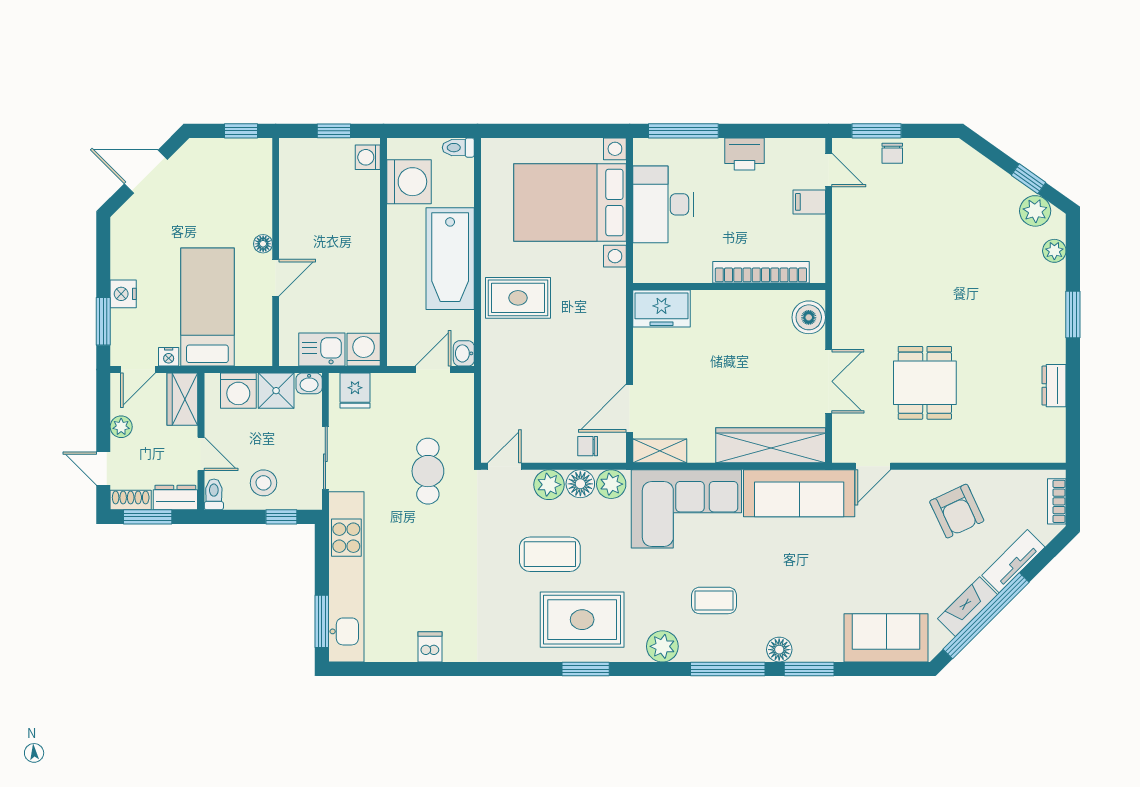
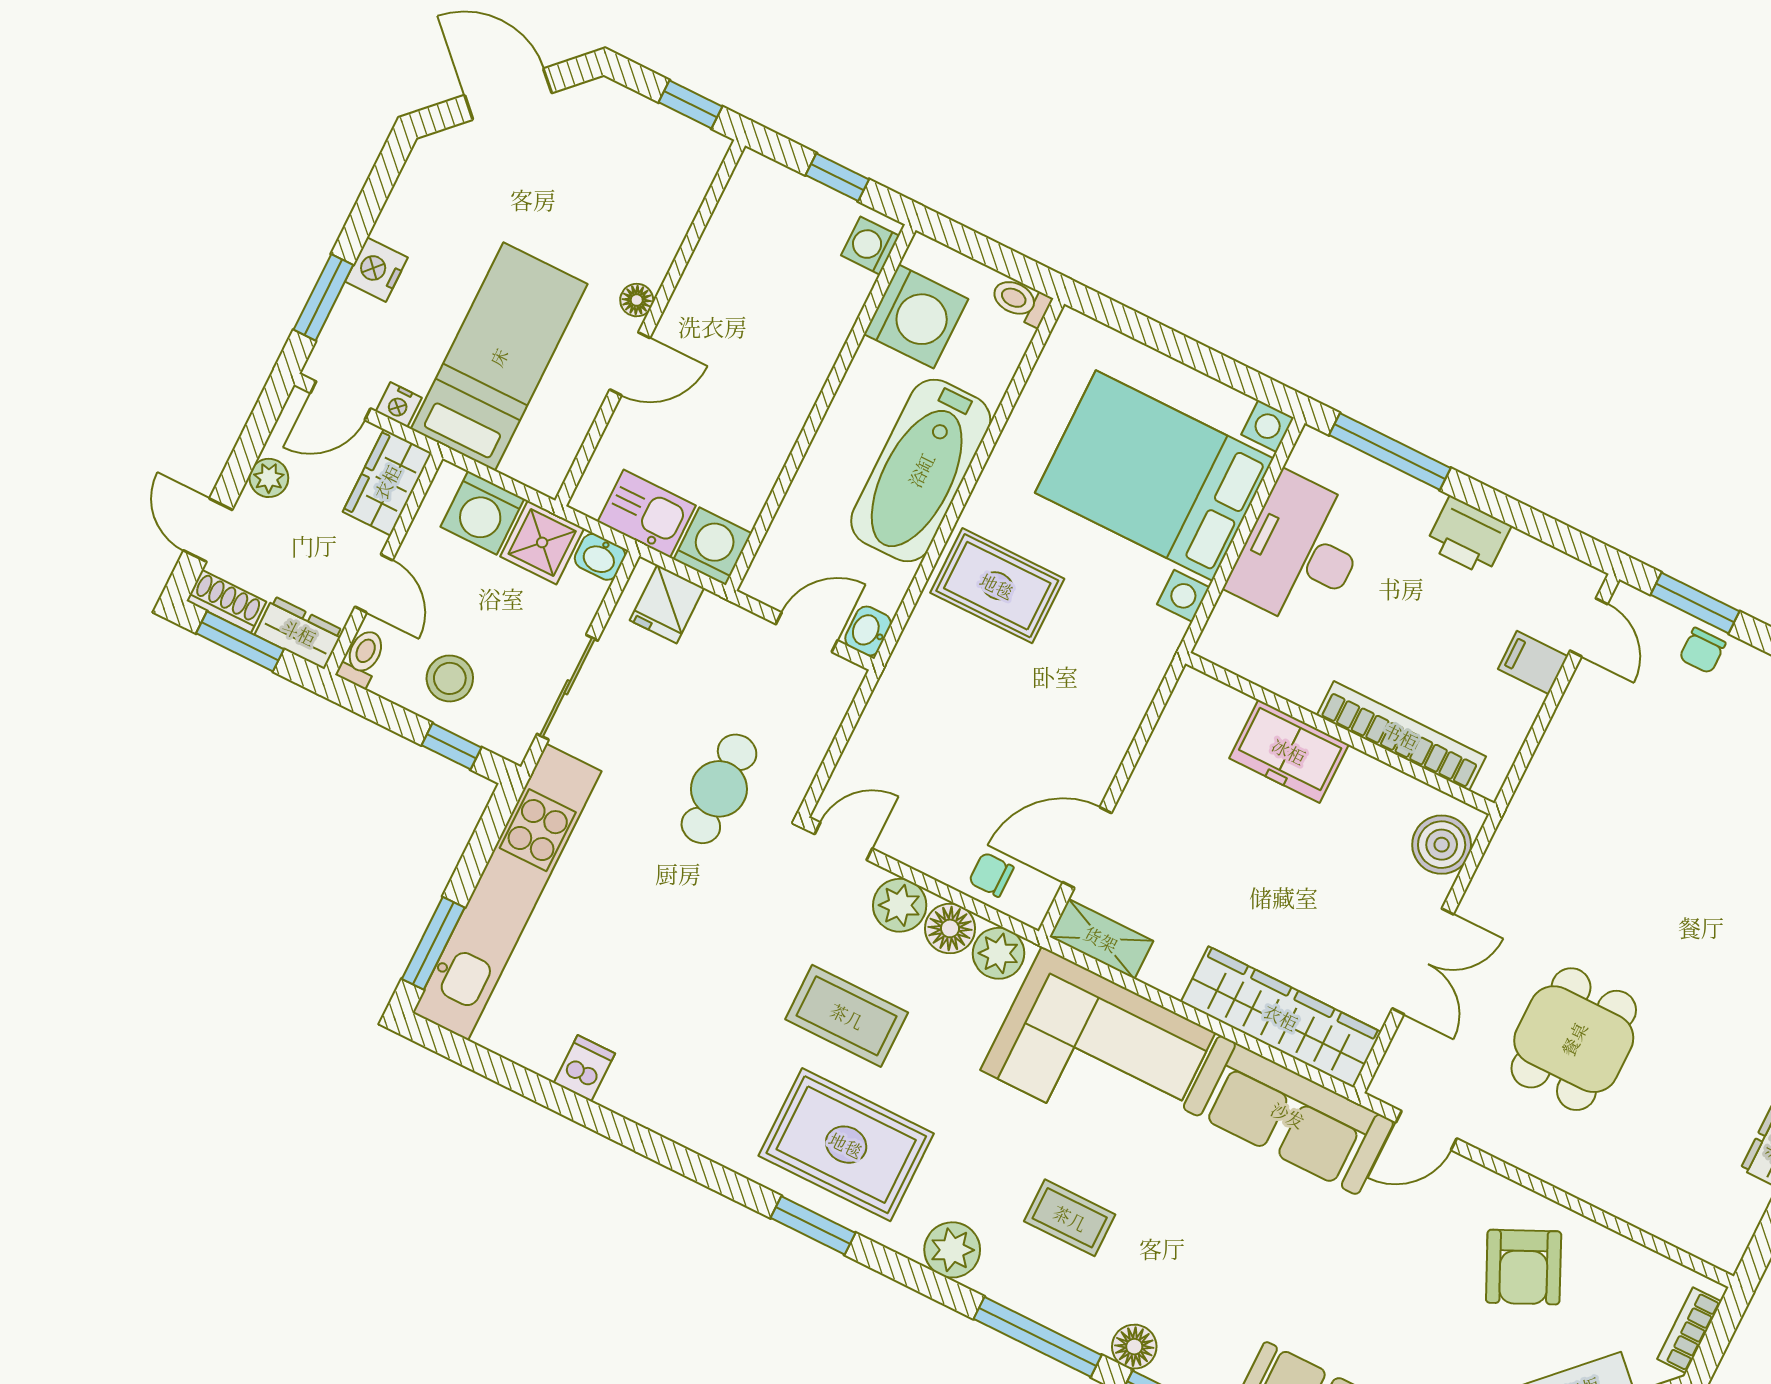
freezer: (661, 308) -> (1289, 751), moved

